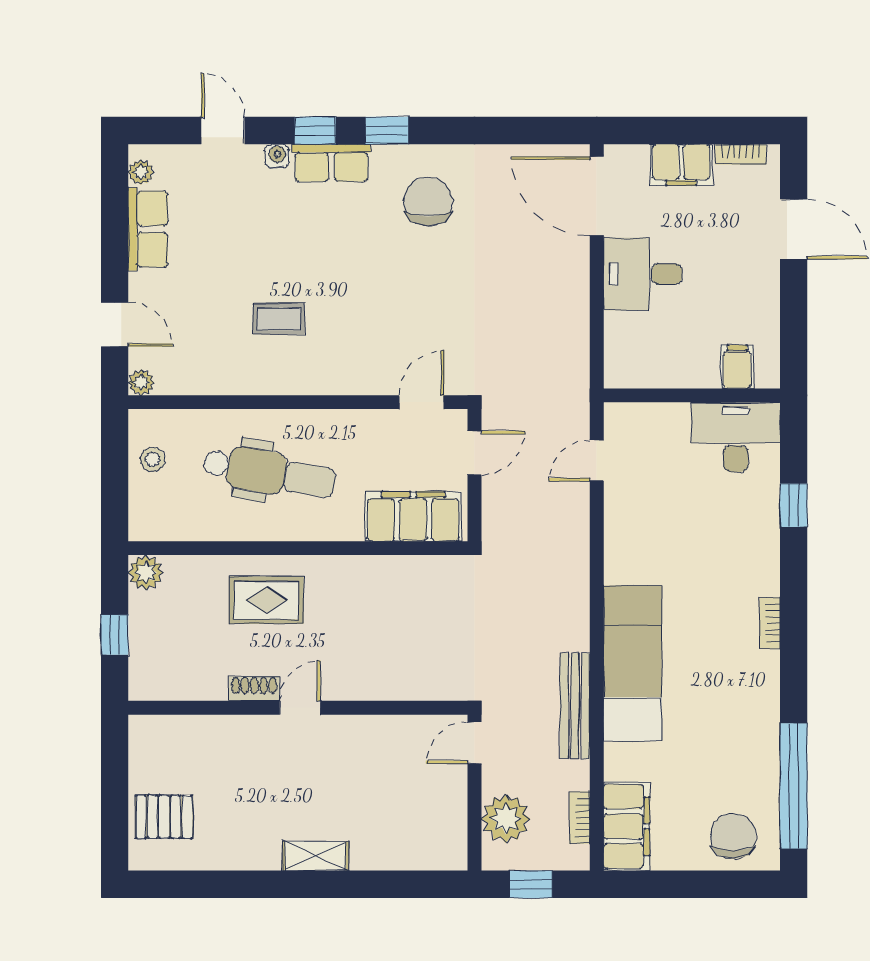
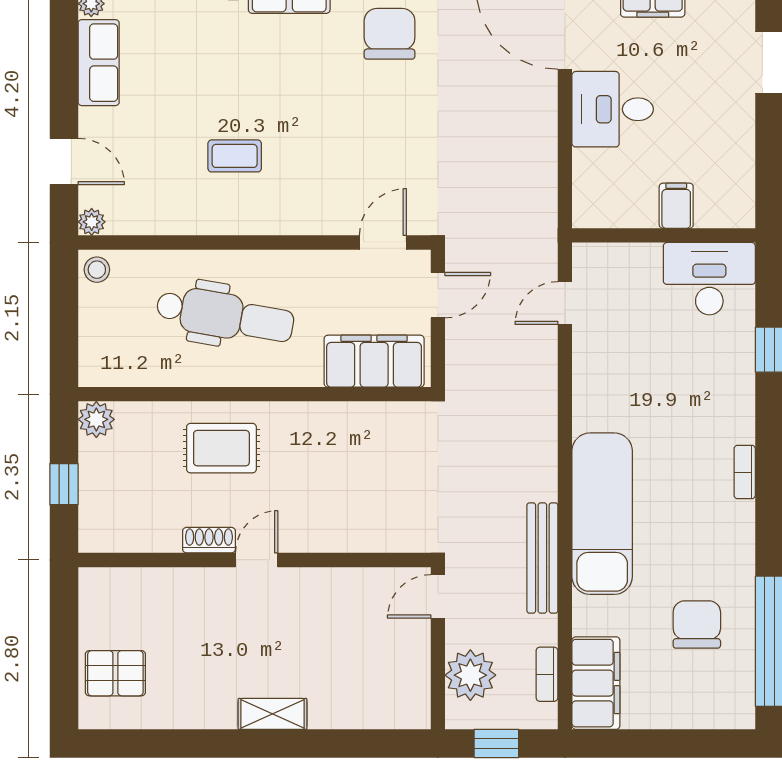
filing cabinet: (737, 367) -> (676, 206), moved
stool: (152, 459) -> (97, 270), moved
chair: (733, 836) -> (697, 624), moved

